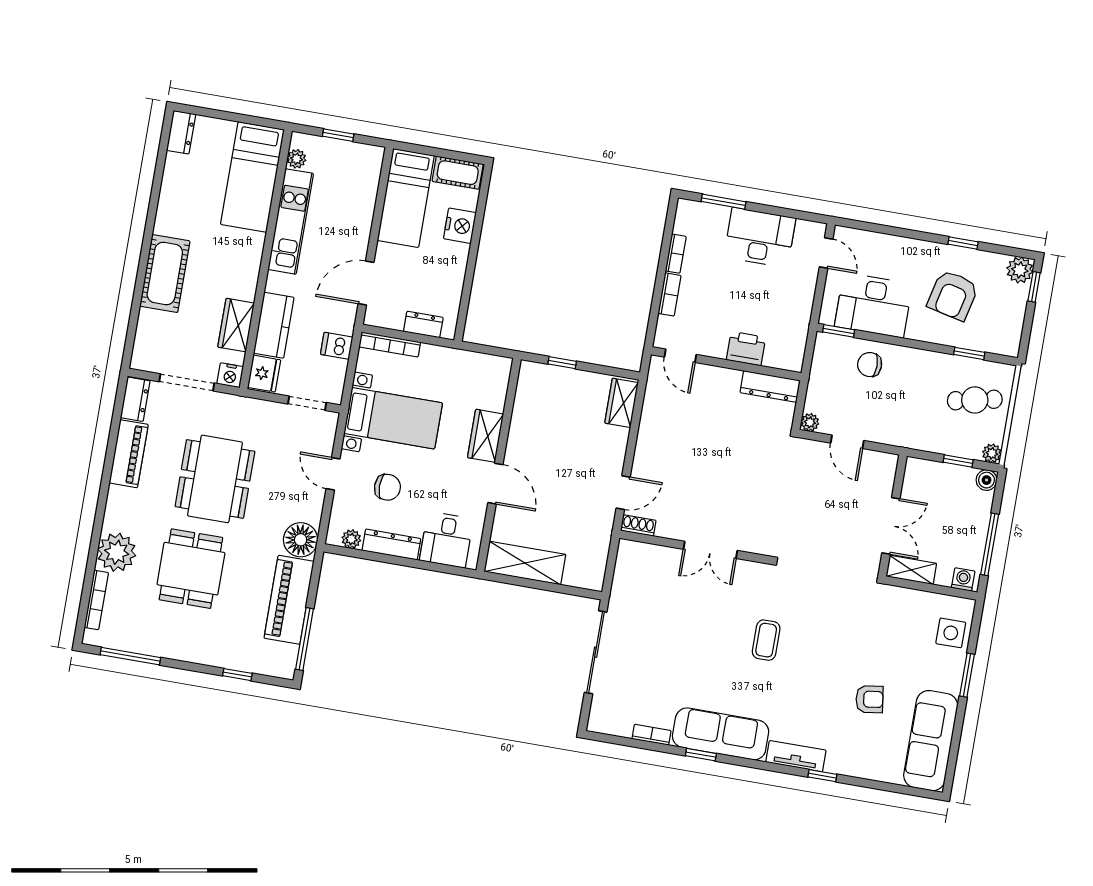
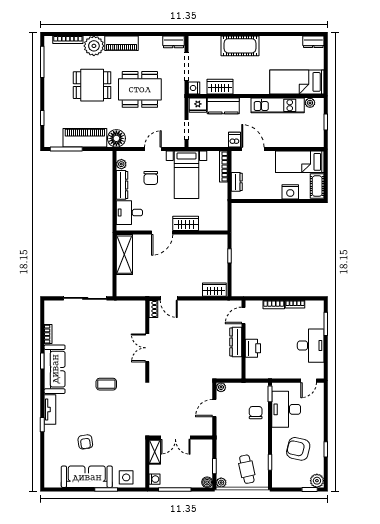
dishwasher: (337, 346) -> (234, 140), moved
dresser: (770, 386) -> (236, 342), moved
piano: (129, 454) -> (122, 43), moved
sofa: (931, 741) -> (87, 477), moved

